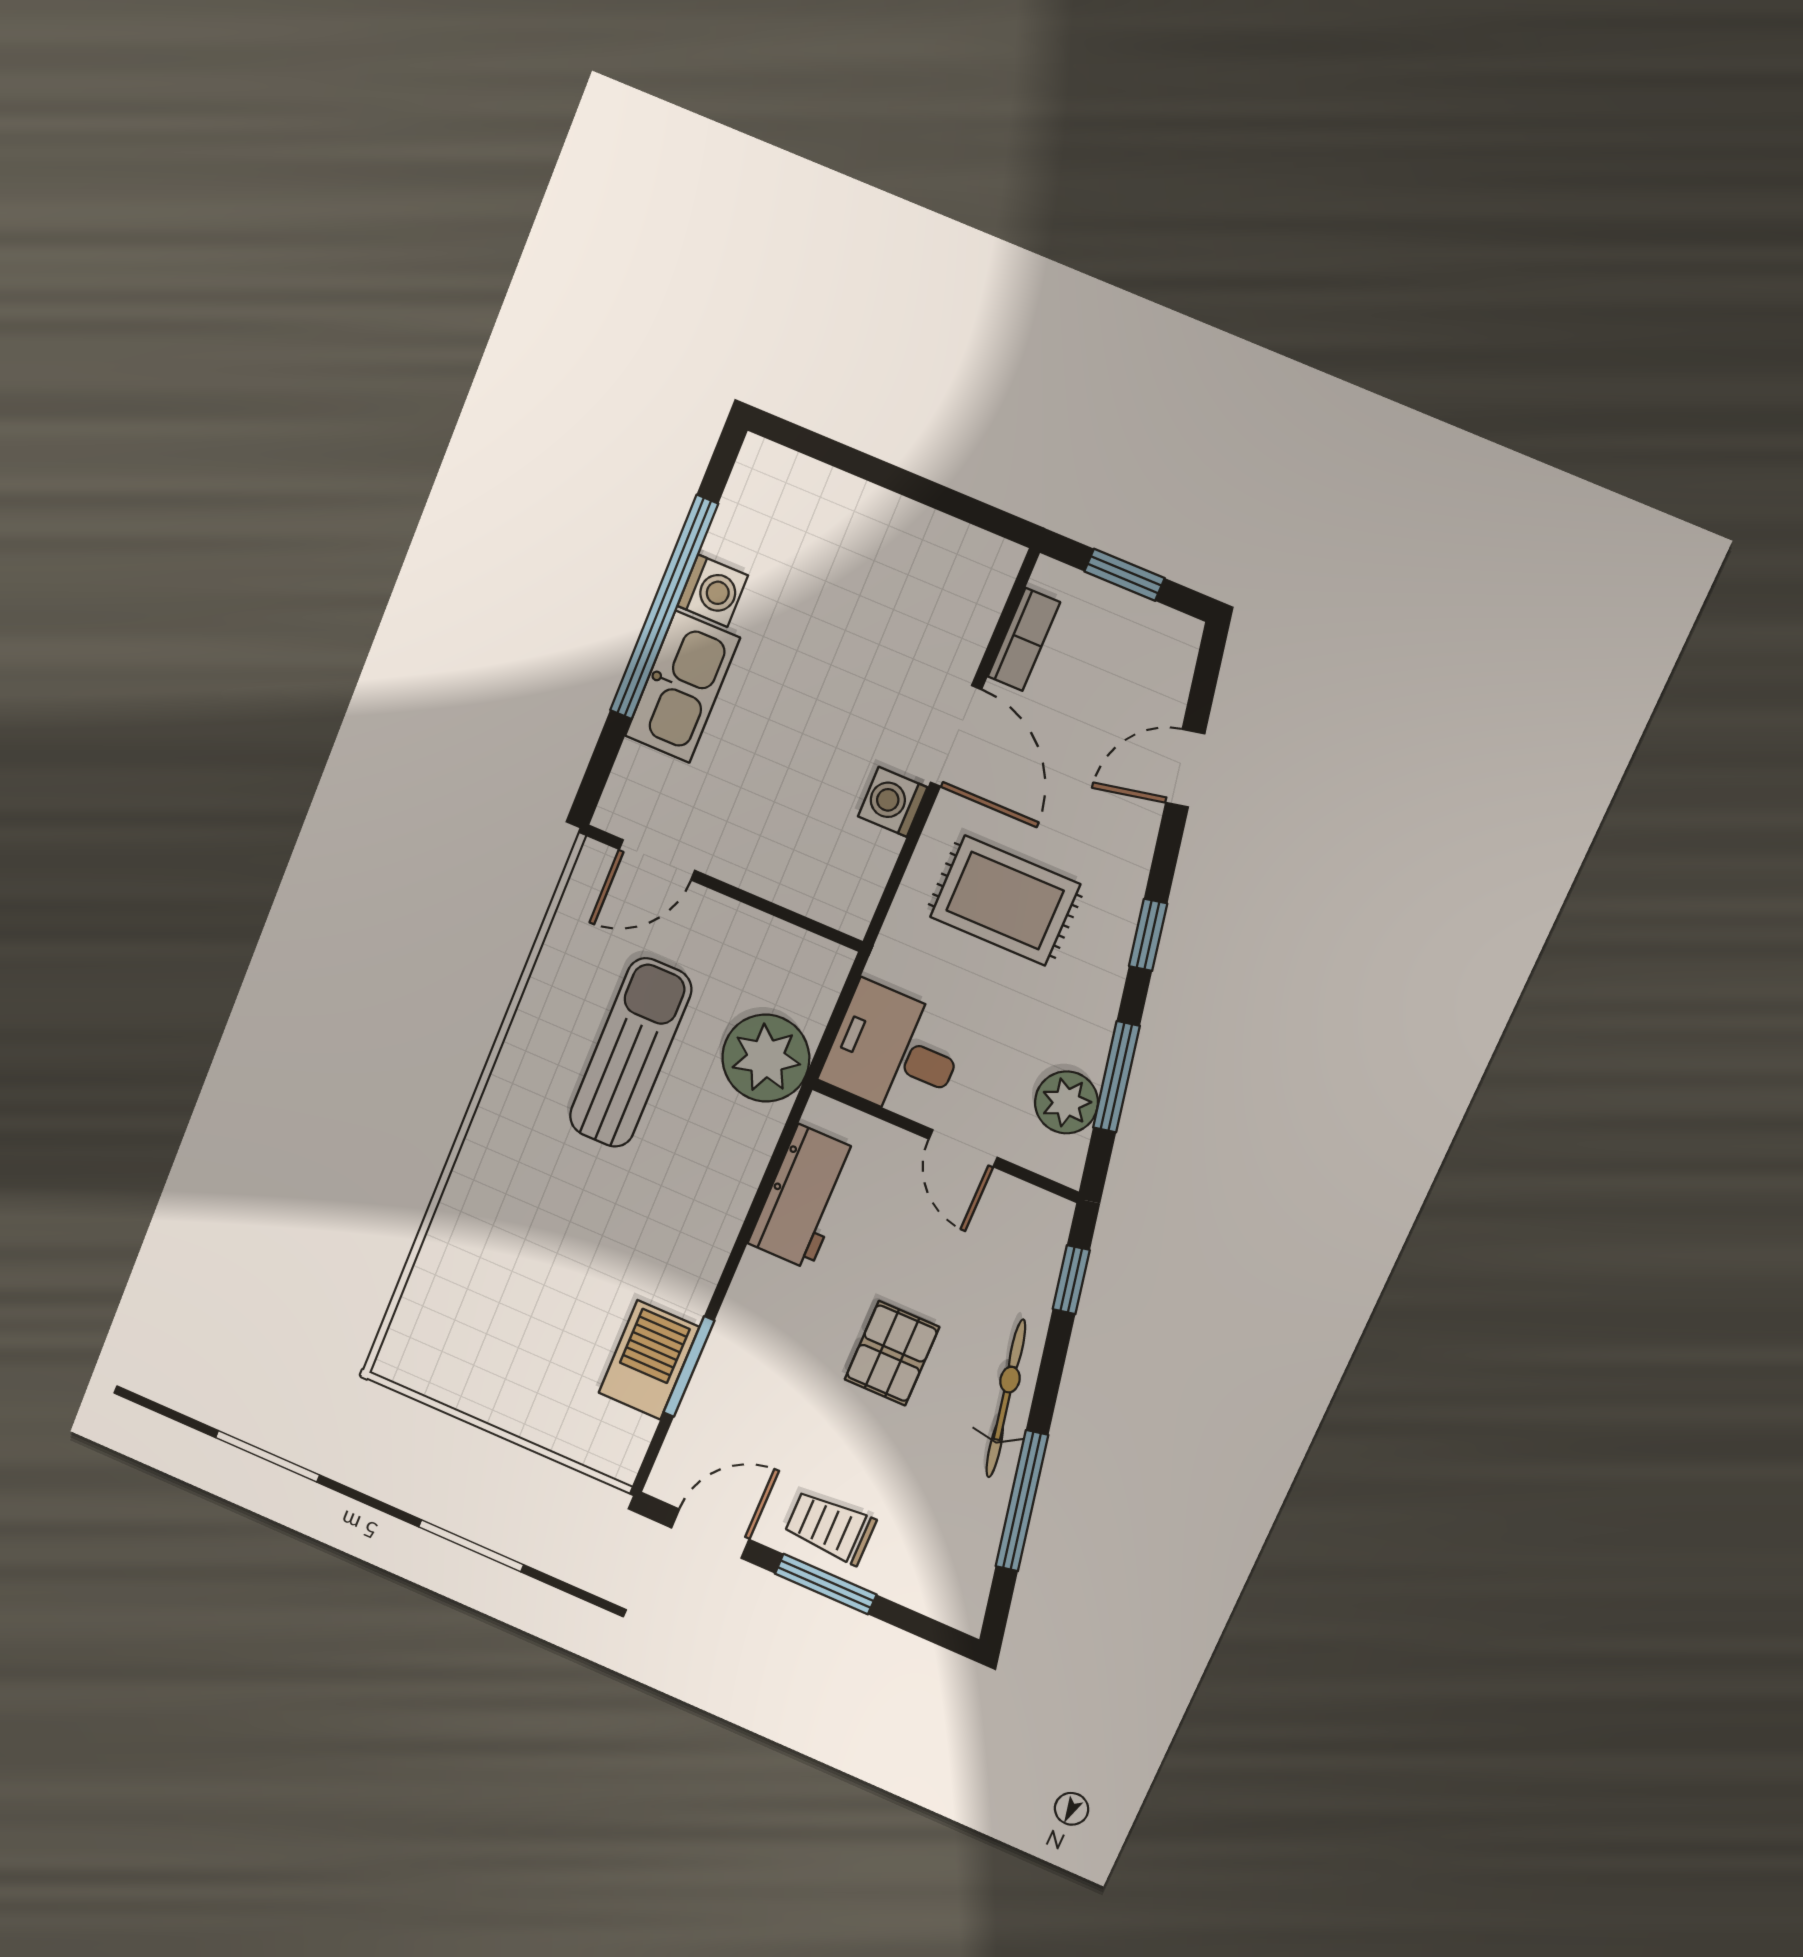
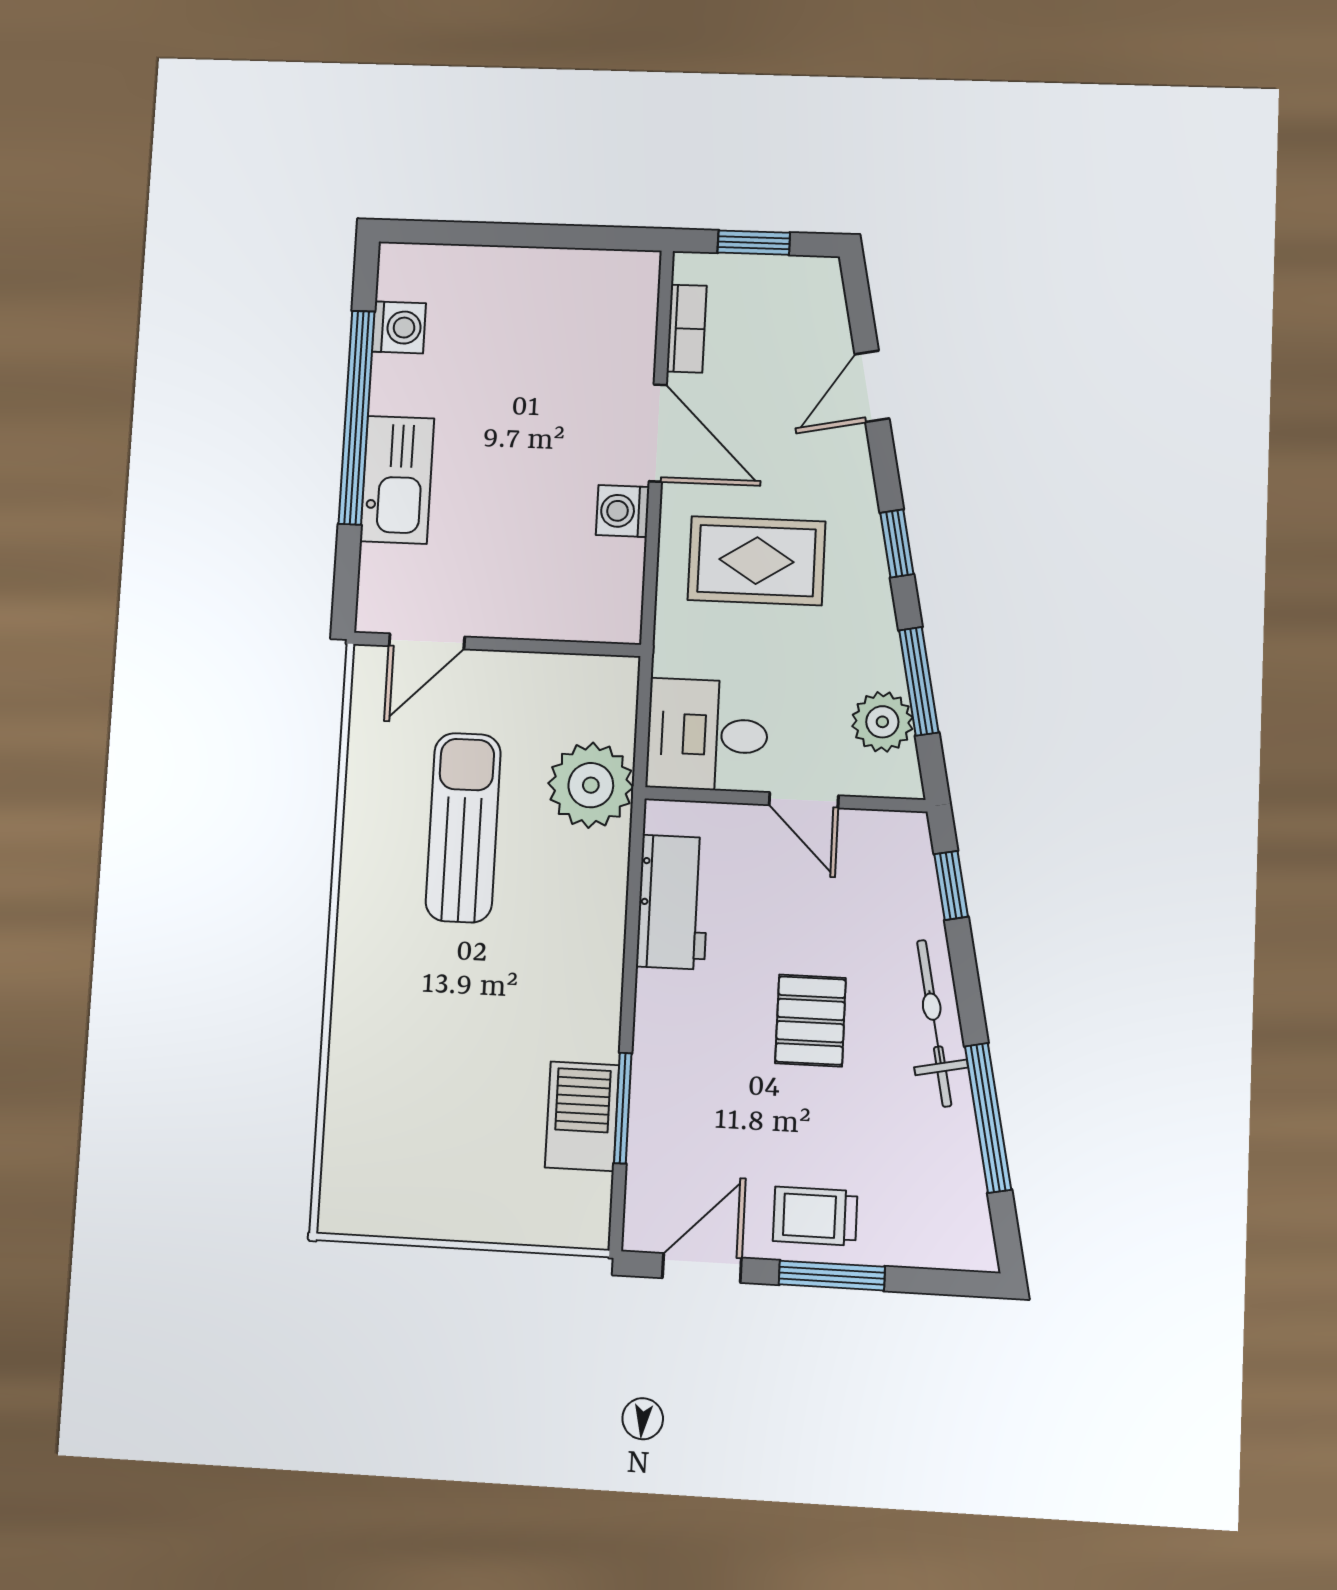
washing machine: (713, 591) -> (399, 327), moved

